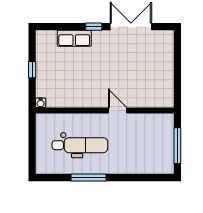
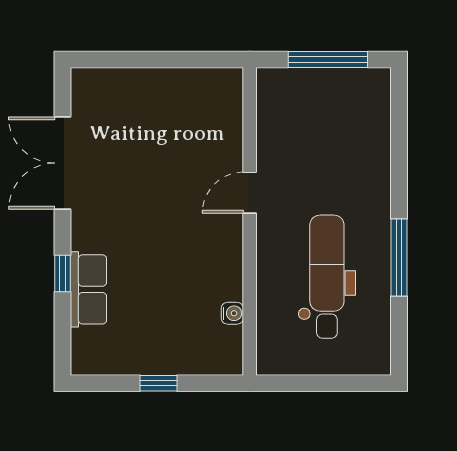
window: (94, 27) -> (63, 273), moved
water cooler: (41, 103) -> (232, 313), moved

